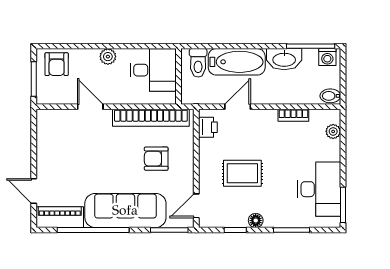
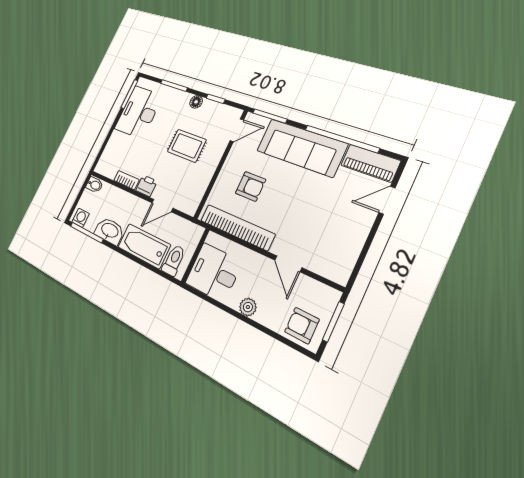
armchair: (57, 64) -> (302, 326), turned -90
printer: (208, 127) -> (146, 186), moved, turned 90
plant: (333, 131) -> (107, 155), removed
door: (34, 191) -> (387, 200), swing flipped

